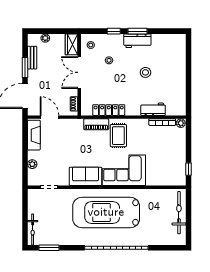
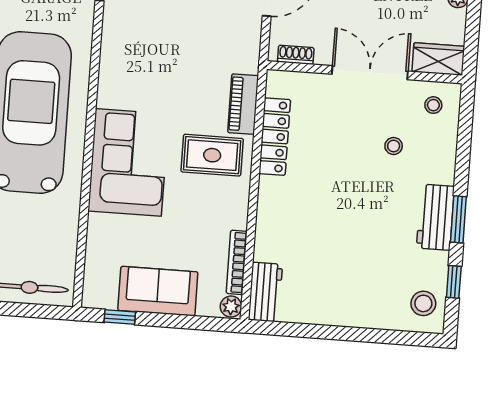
window: (114, 31) -> (454, 282), moved
stool: (145, 72) -> (423, 303), moved
workbench: (153, 109) -> (265, 292), moved
sofa: (85, 176) -> (158, 291), moved, turned -90

